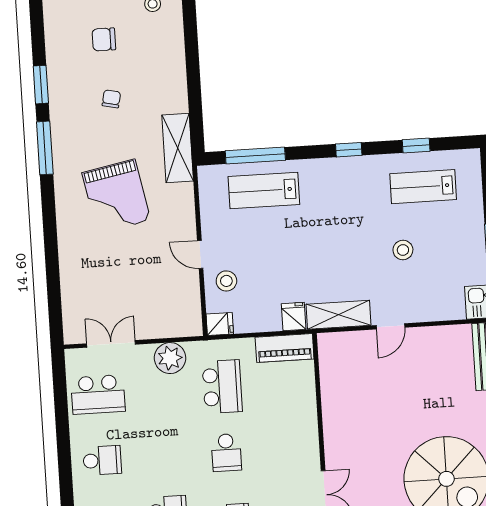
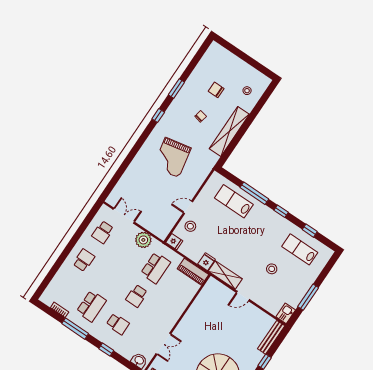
window: (45, 148) -> (158, 115), width x0.46
shelving: (178, 148) -> (229, 132), moved, width x1.47
window: (255, 156) -> (254, 193), moved
door: (200, 254) -> (188, 207), hinge flipped
school desk: (98, 394) -> (103, 232), width x0.54
school desk: (102, 460) -> (84, 260), turned -90

